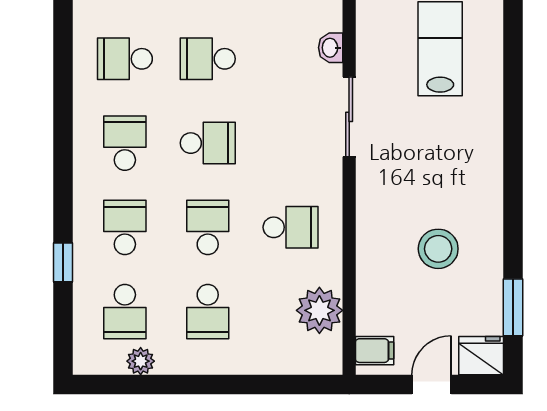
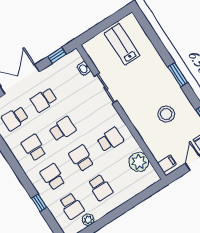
window: (513, 184) -> (178, 75), added

